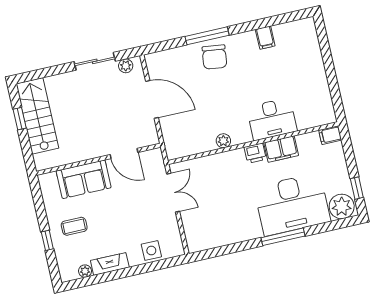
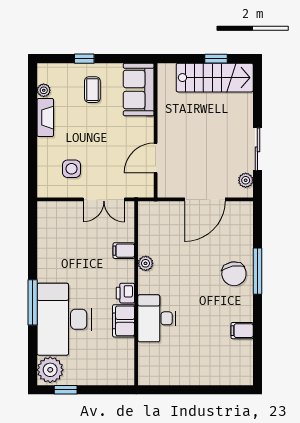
chair: (214, 57) -> (234, 274), turned -107
filing cabinet: (330, 135) -> (124, 251), moved, turned -90
sofa: (84, 179) -> (139, 89), moved
side table: (151, 250) -> (71, 169), moved

